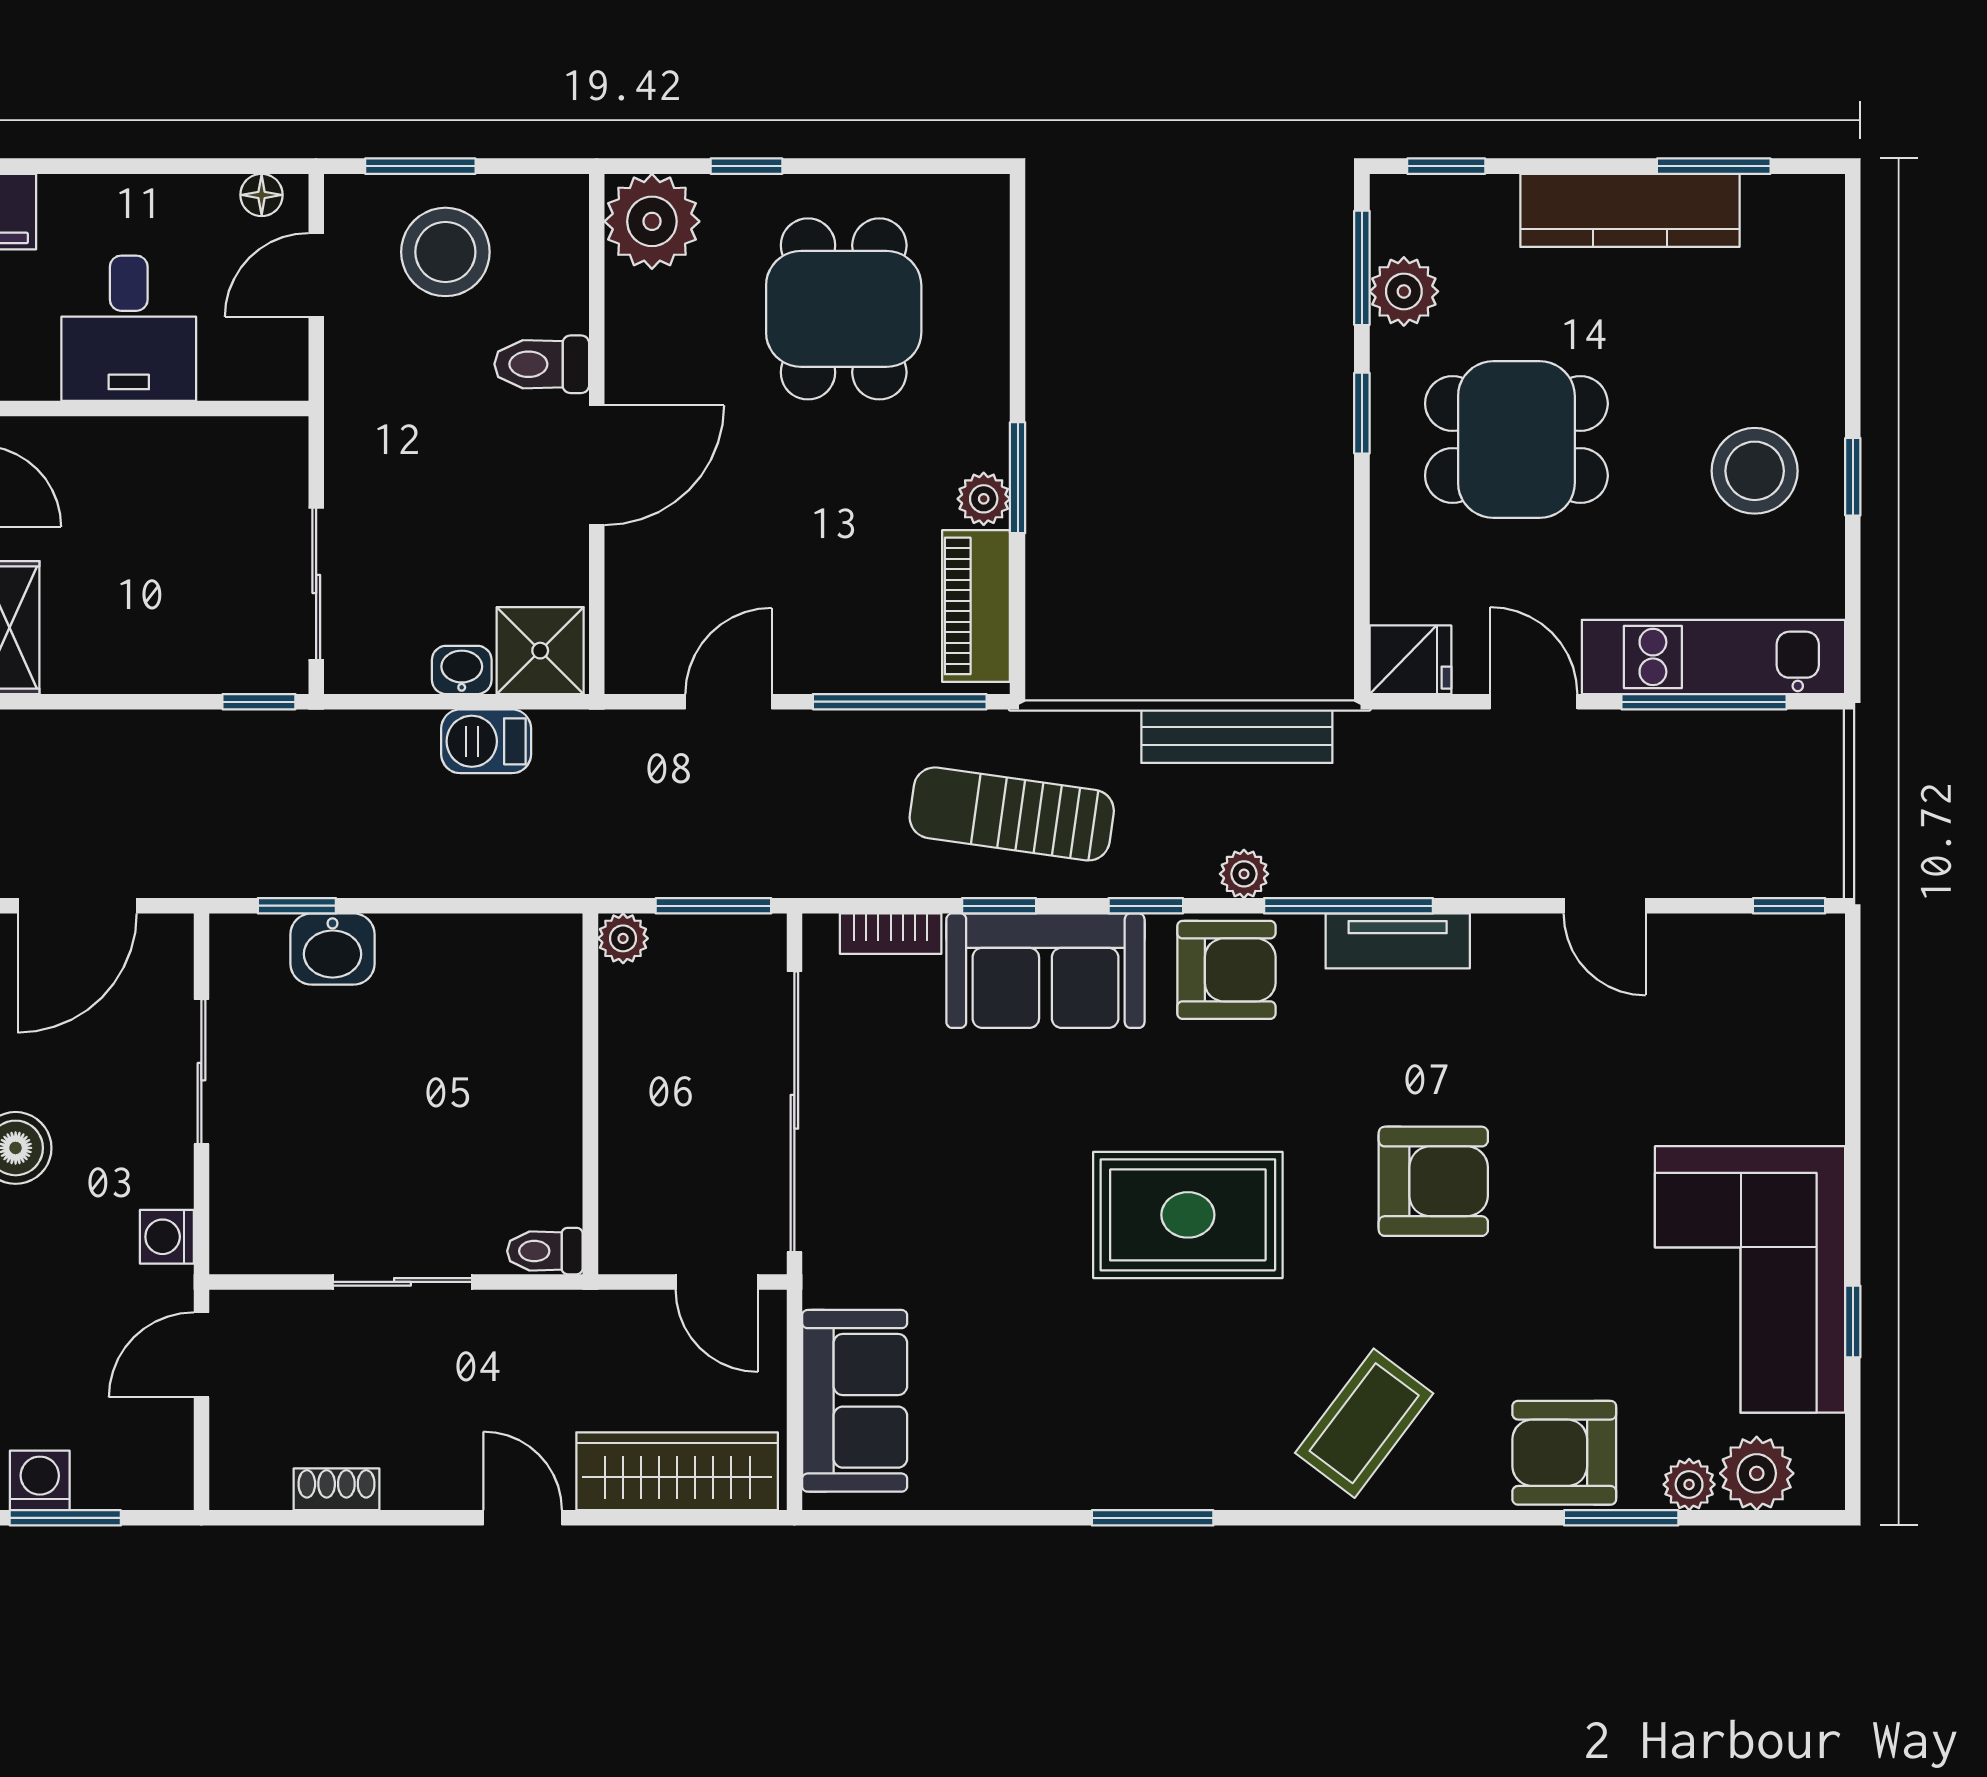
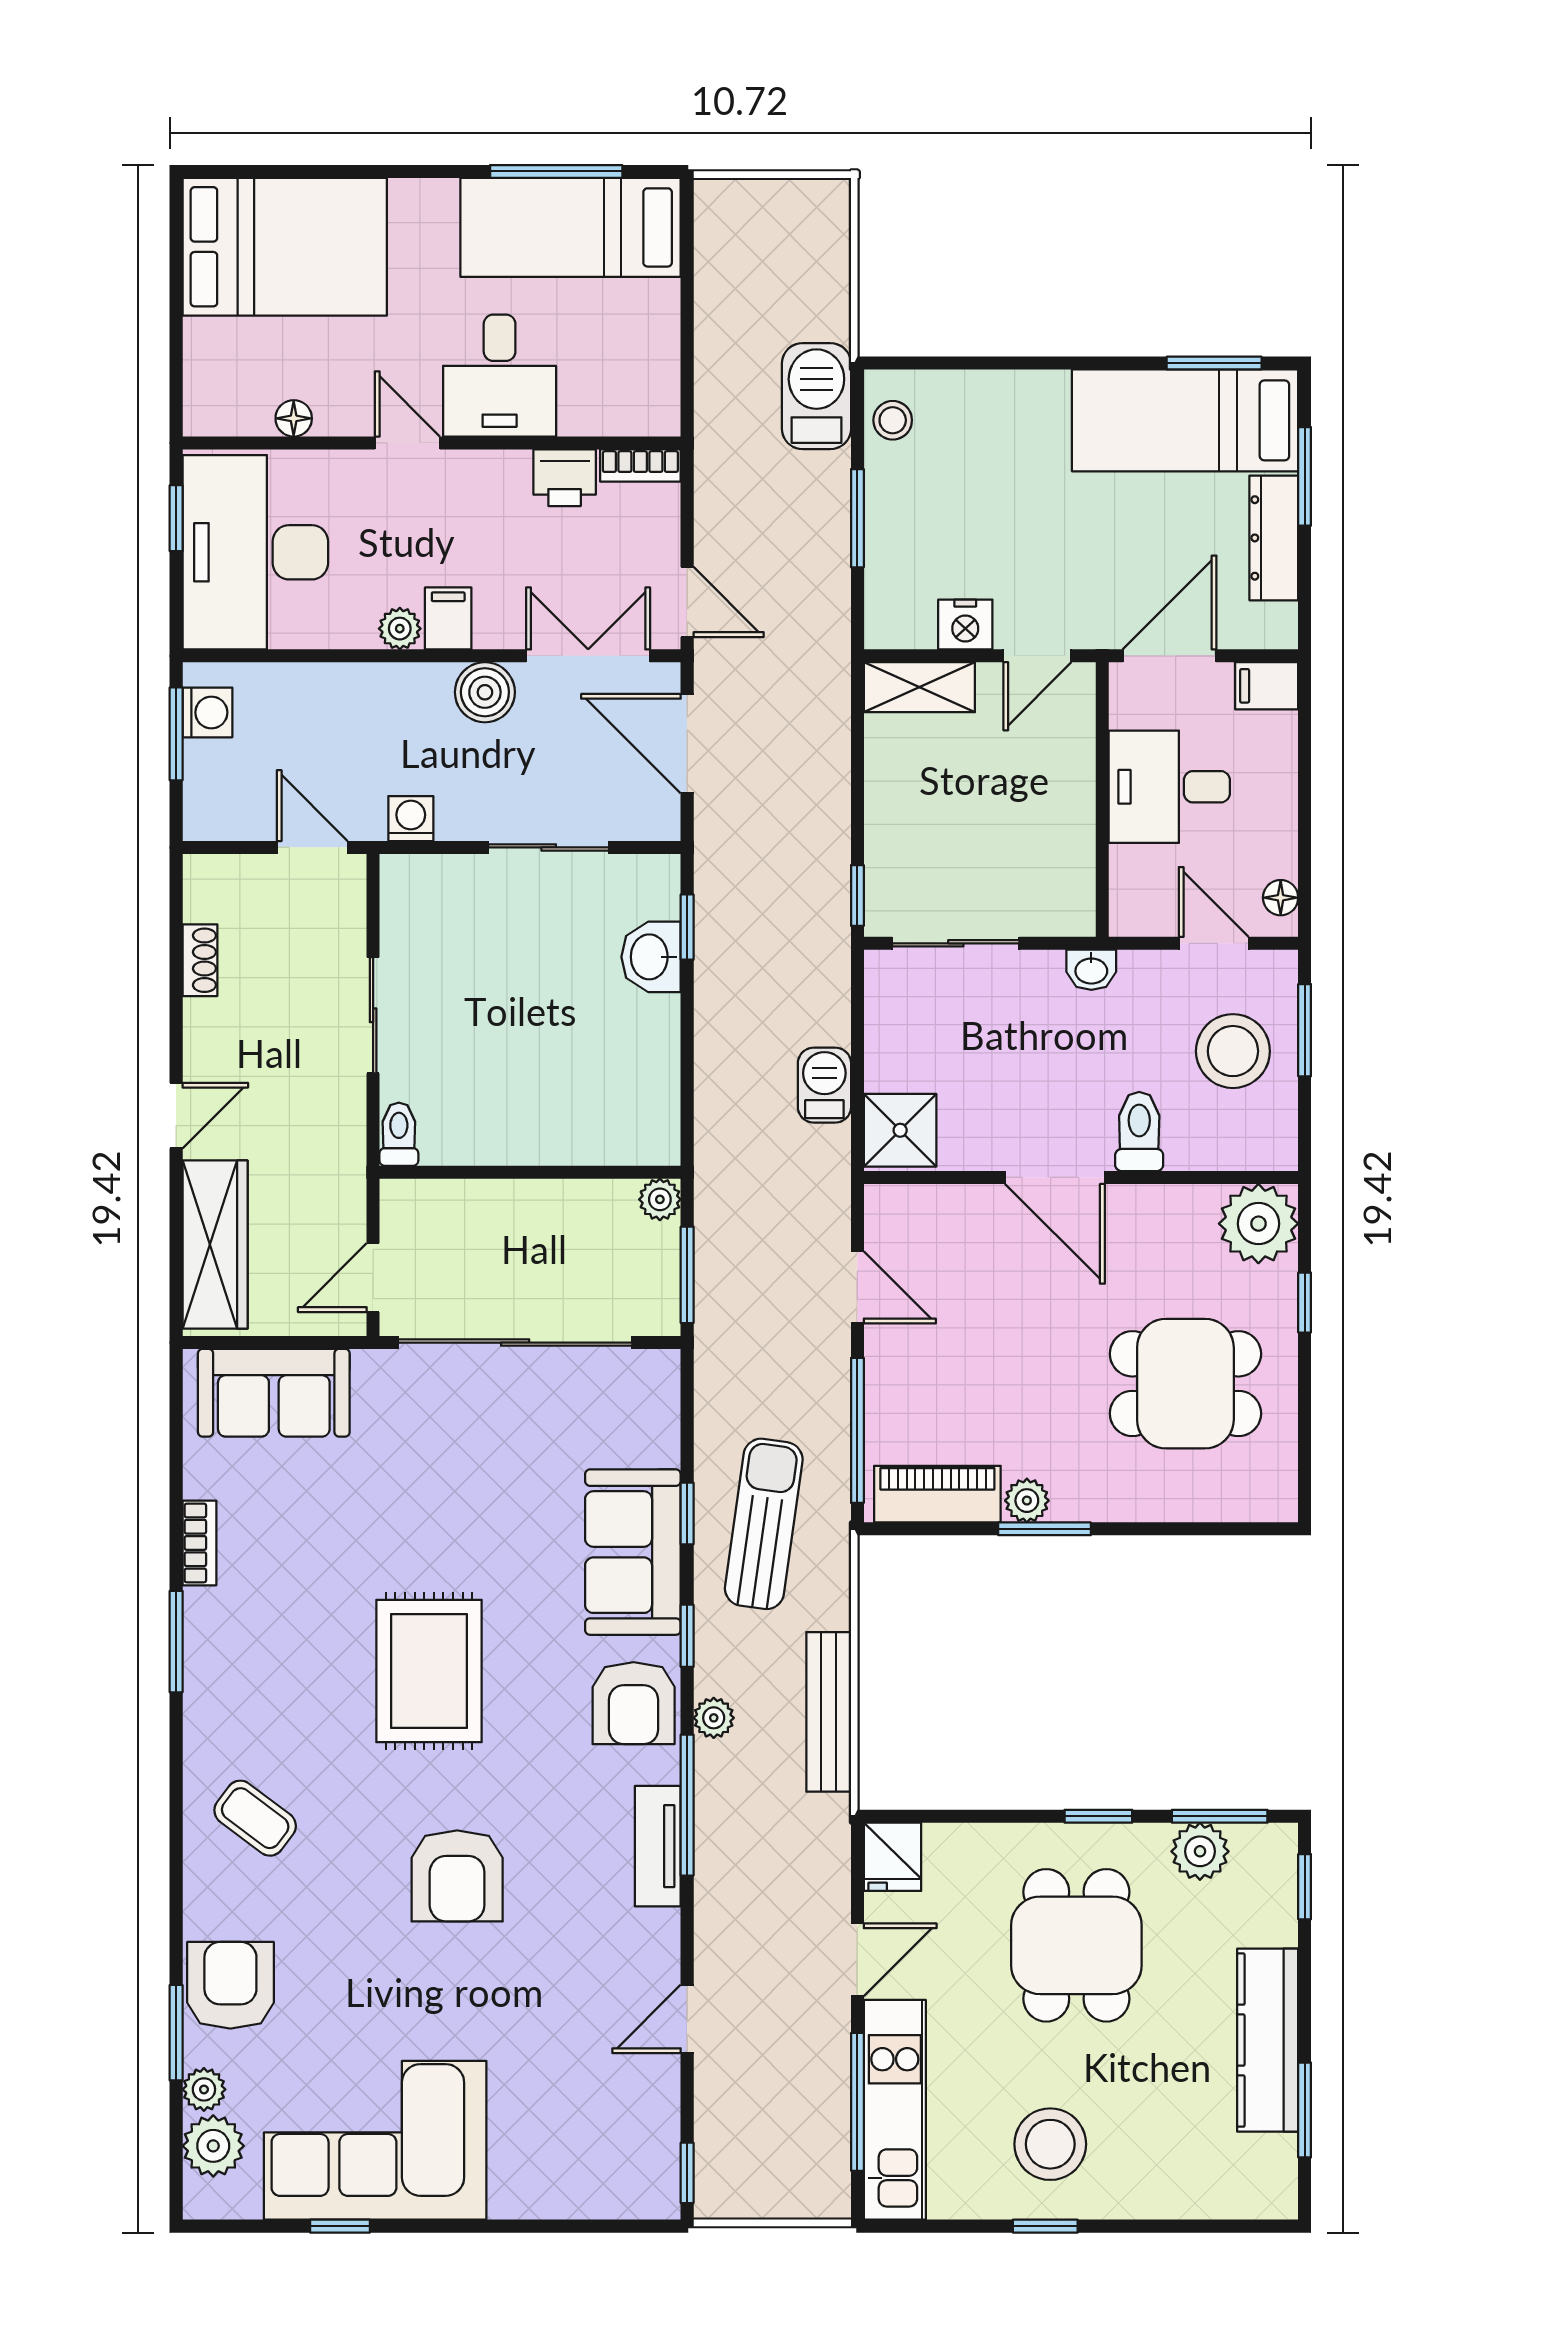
washbasin: (462, 670) -> (1091, 970), moved, turned 90
bookcase: (891, 934) -> (199, 1543), moved, turned 180
coffee table: (1364, 1423) -> (255, 1818), width x0.73, depth x0.77

